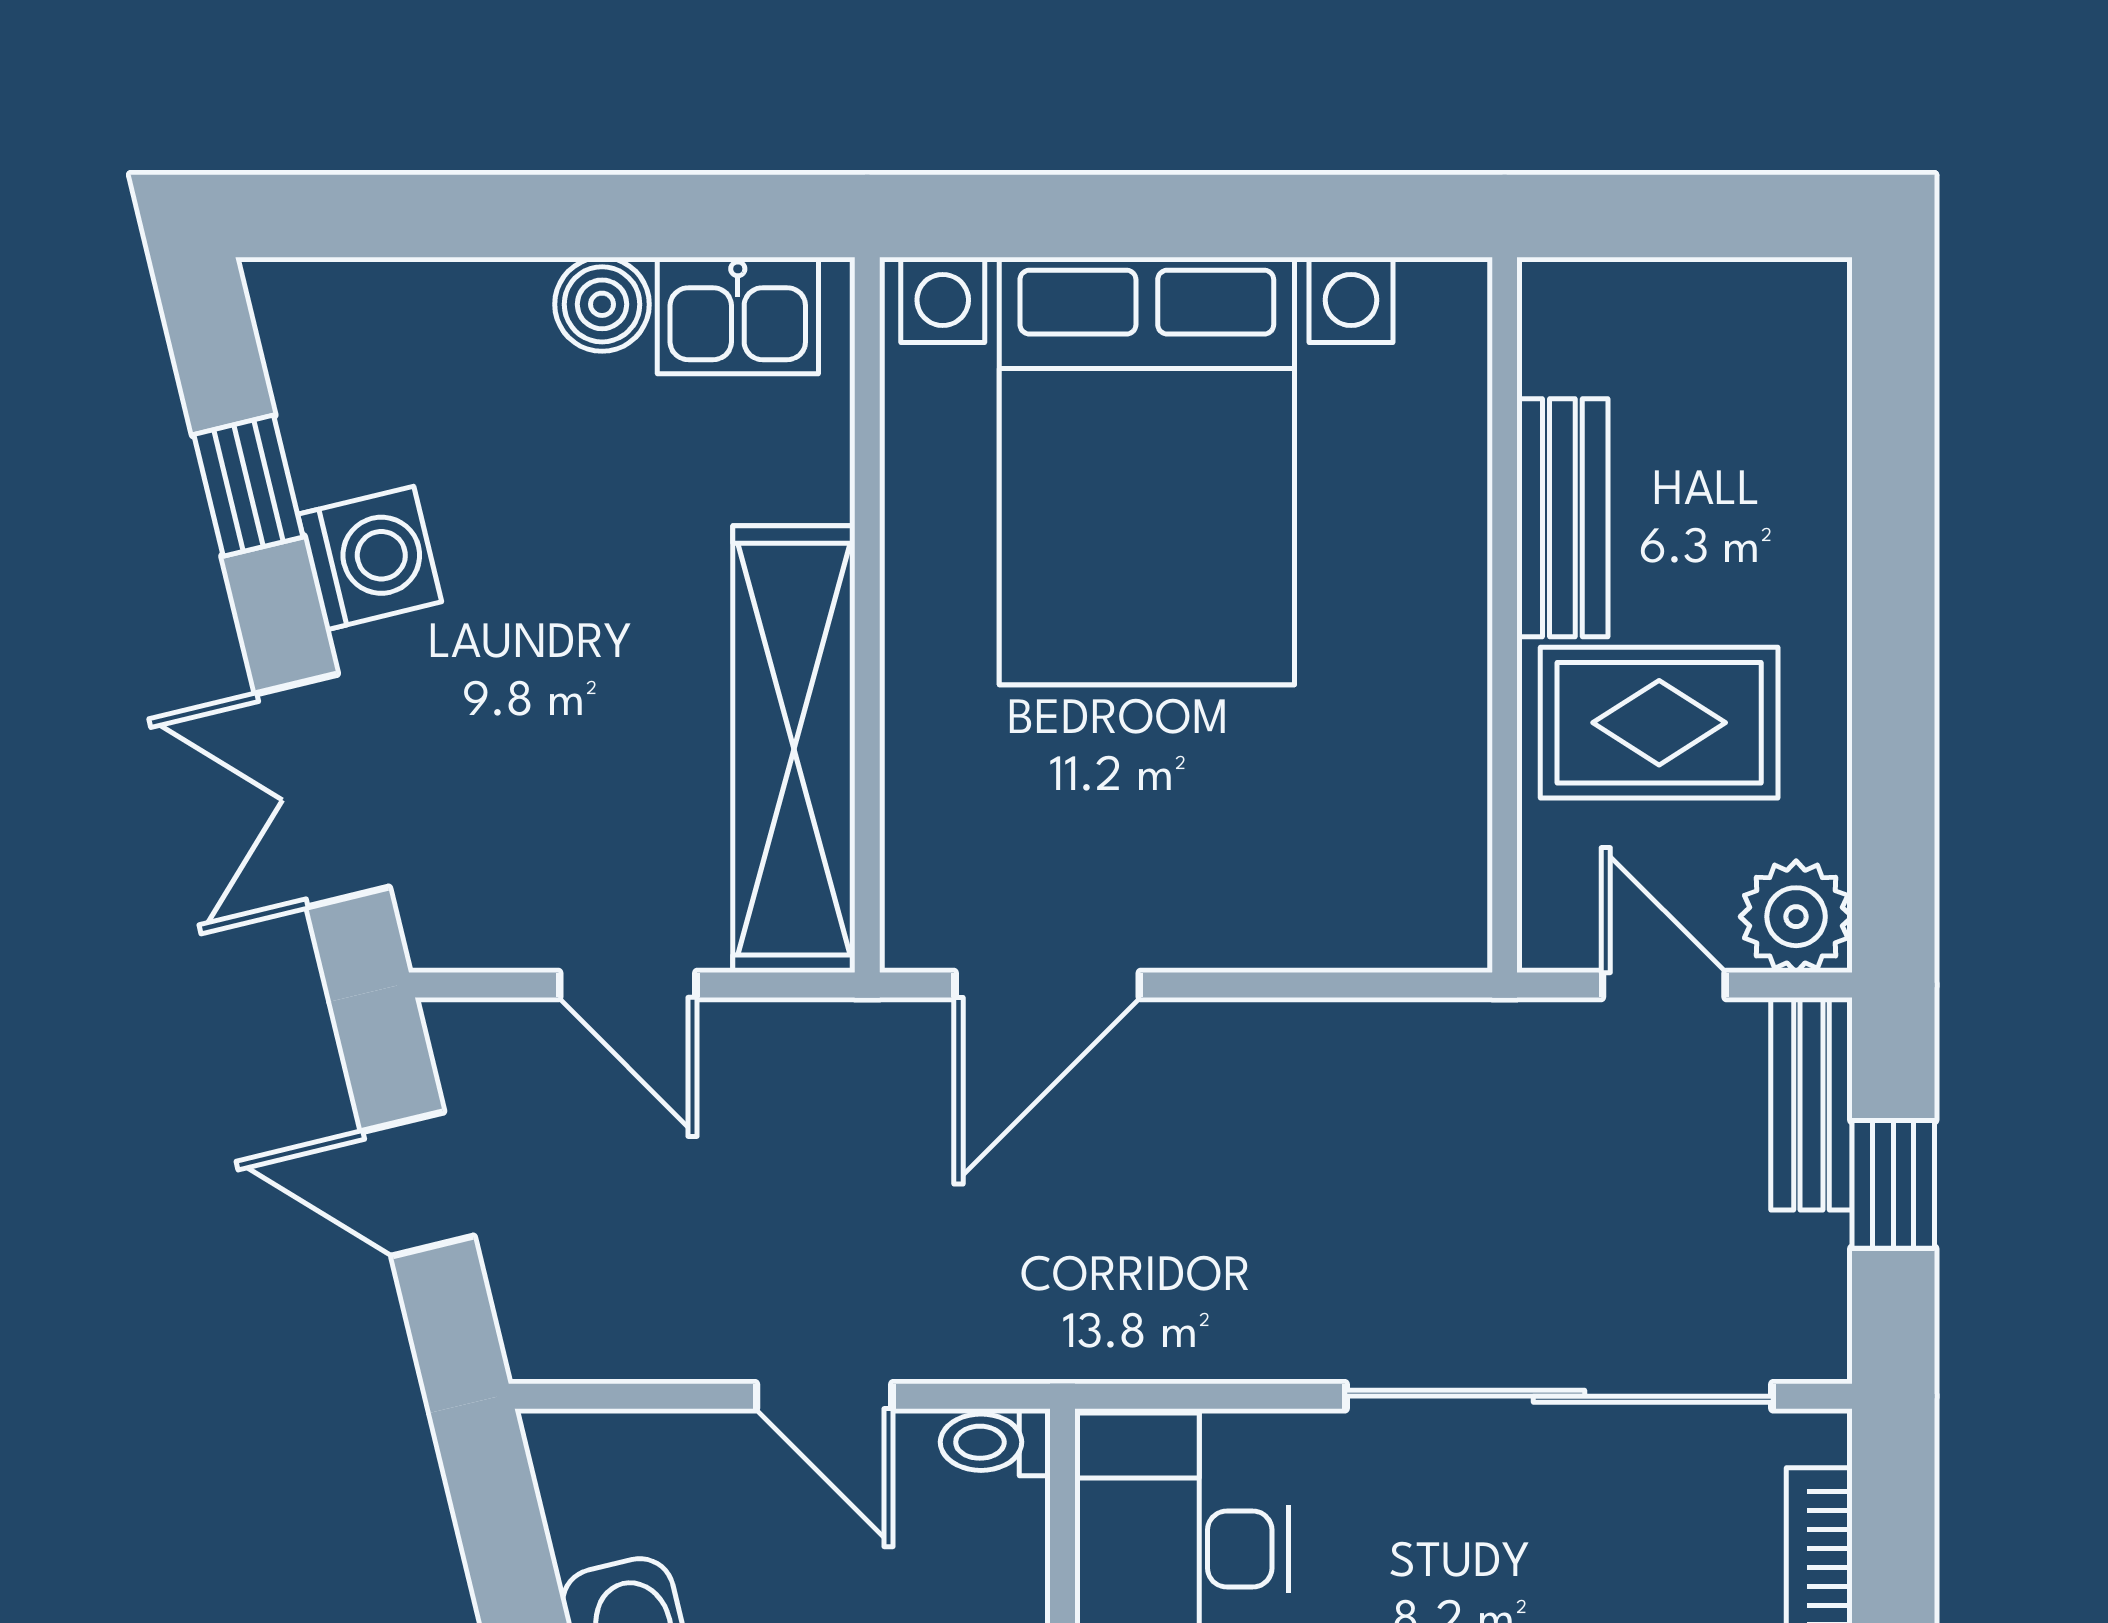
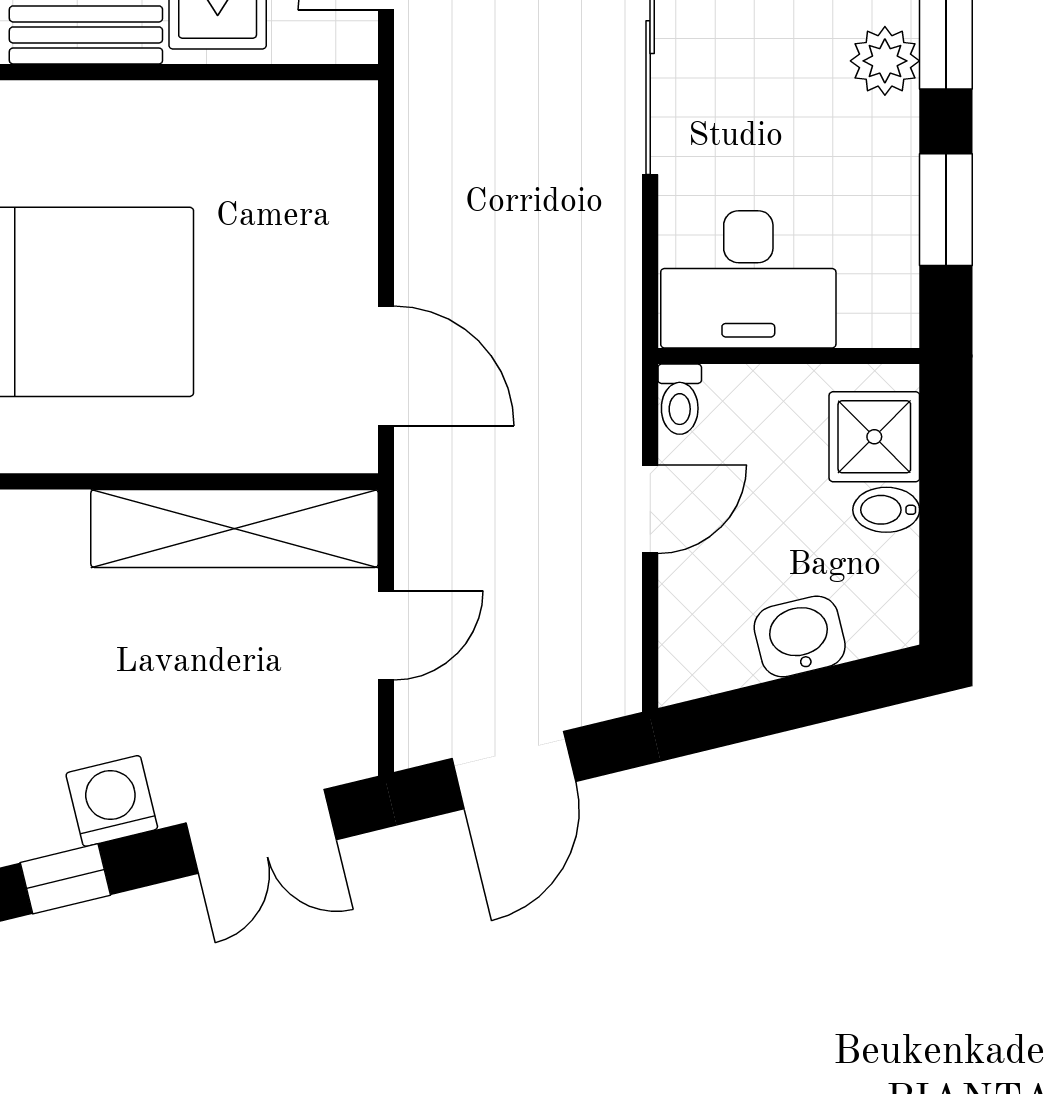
door: (418, 1184) -> (514, 770), width x1.38

